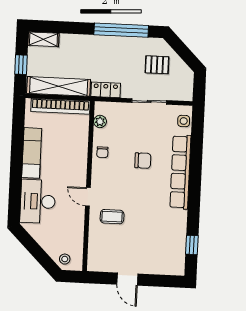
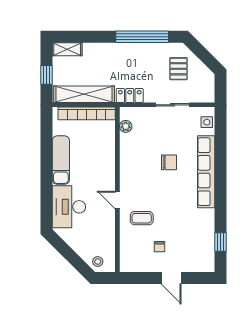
pallet: (157, 65) -> (178, 69), turned 90
chair: (102, 152) -> (159, 247), moved
door: (127, 279) -> (171, 278), moved

